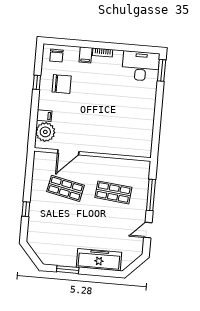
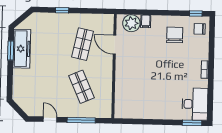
filing cabinet: (86, 55) -> (202, 55), removed
window: (37, 82) -> (196, 13), moved
chair: (62, 84) -> (175, 35), turned 180
shop shelf: (113, 192) -> (81, 87), turned -30
freezer: (99, 260) -> (22, 49), moved

